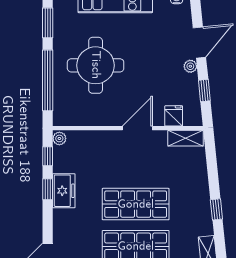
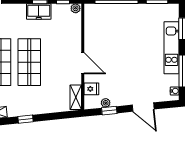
round table: (96, 65) -> (127, 34), removed
plant: (190, 66) -> (106, 103), moved

